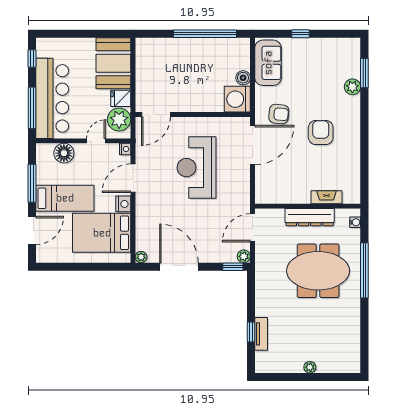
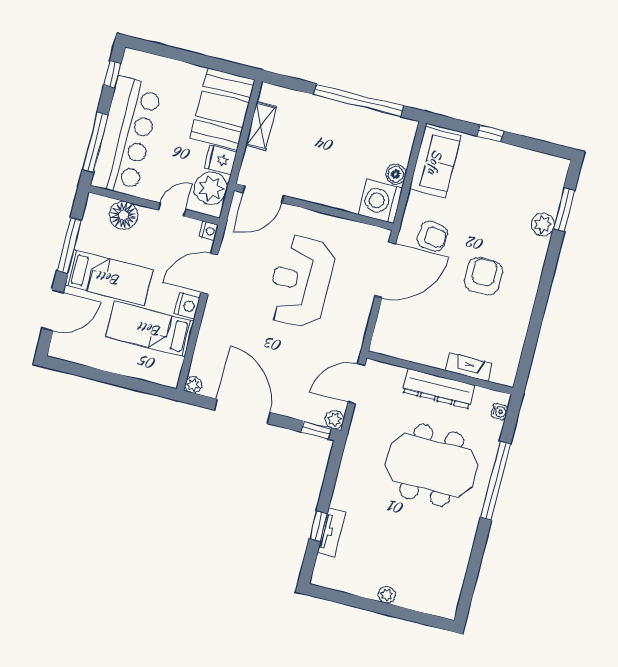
shelving: (142, 68) -> (261, 126), added
bed: (102, 233) -> (150, 329), width x0.67

